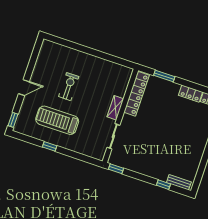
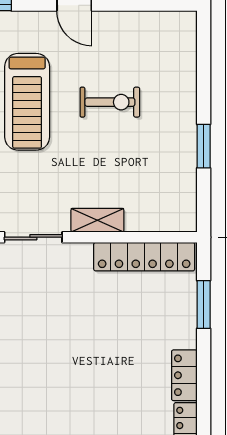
window: (100, 54) -> (204, 146), added
treadmill: (57, 120) -> (27, 102), turned 180

